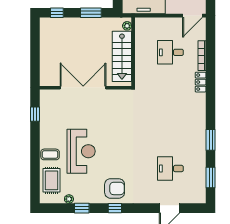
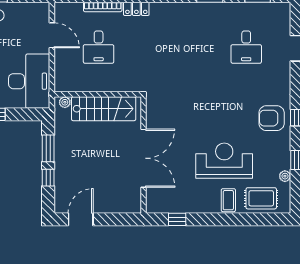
window: (57, 13) -> (48, 178), moved
door: (192, 16) -> (52, 35), moved
door: (35, 38) -> (81, 219), added
double door: (83, 88) -> (144, 158), swing flipped
armchair: (115, 188) -> (272, 118), turned -90

